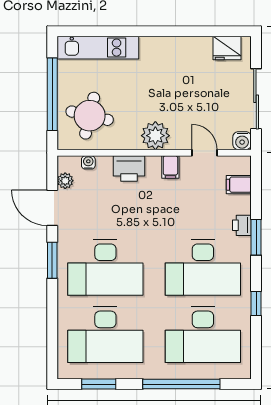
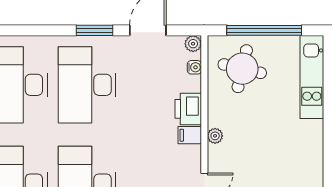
plant: (155, 136) -> (215, 136), width x0.53, depth x0.53
filing cabinet: (170, 167) -> (190, 135), moved
plant: (65, 181) -> (193, 44), moved

